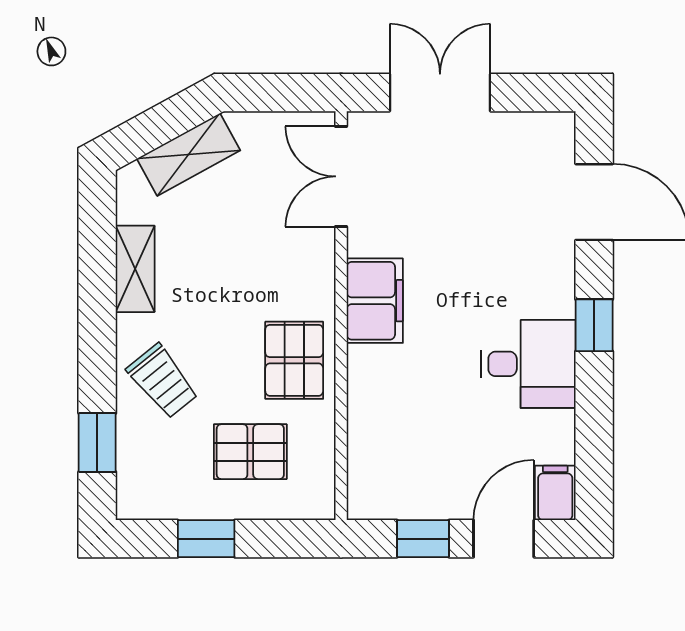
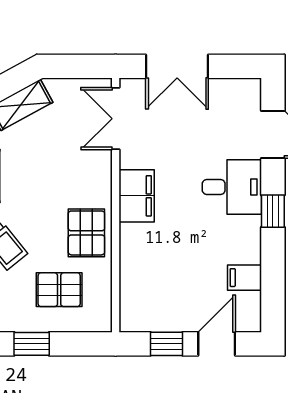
double door: (440, 93) -> (177, 66), swing flipped
desk: (528, 364) -> (232, 187), moved
filing cabinet: (555, 493) -> (245, 278), moved, turned -90

